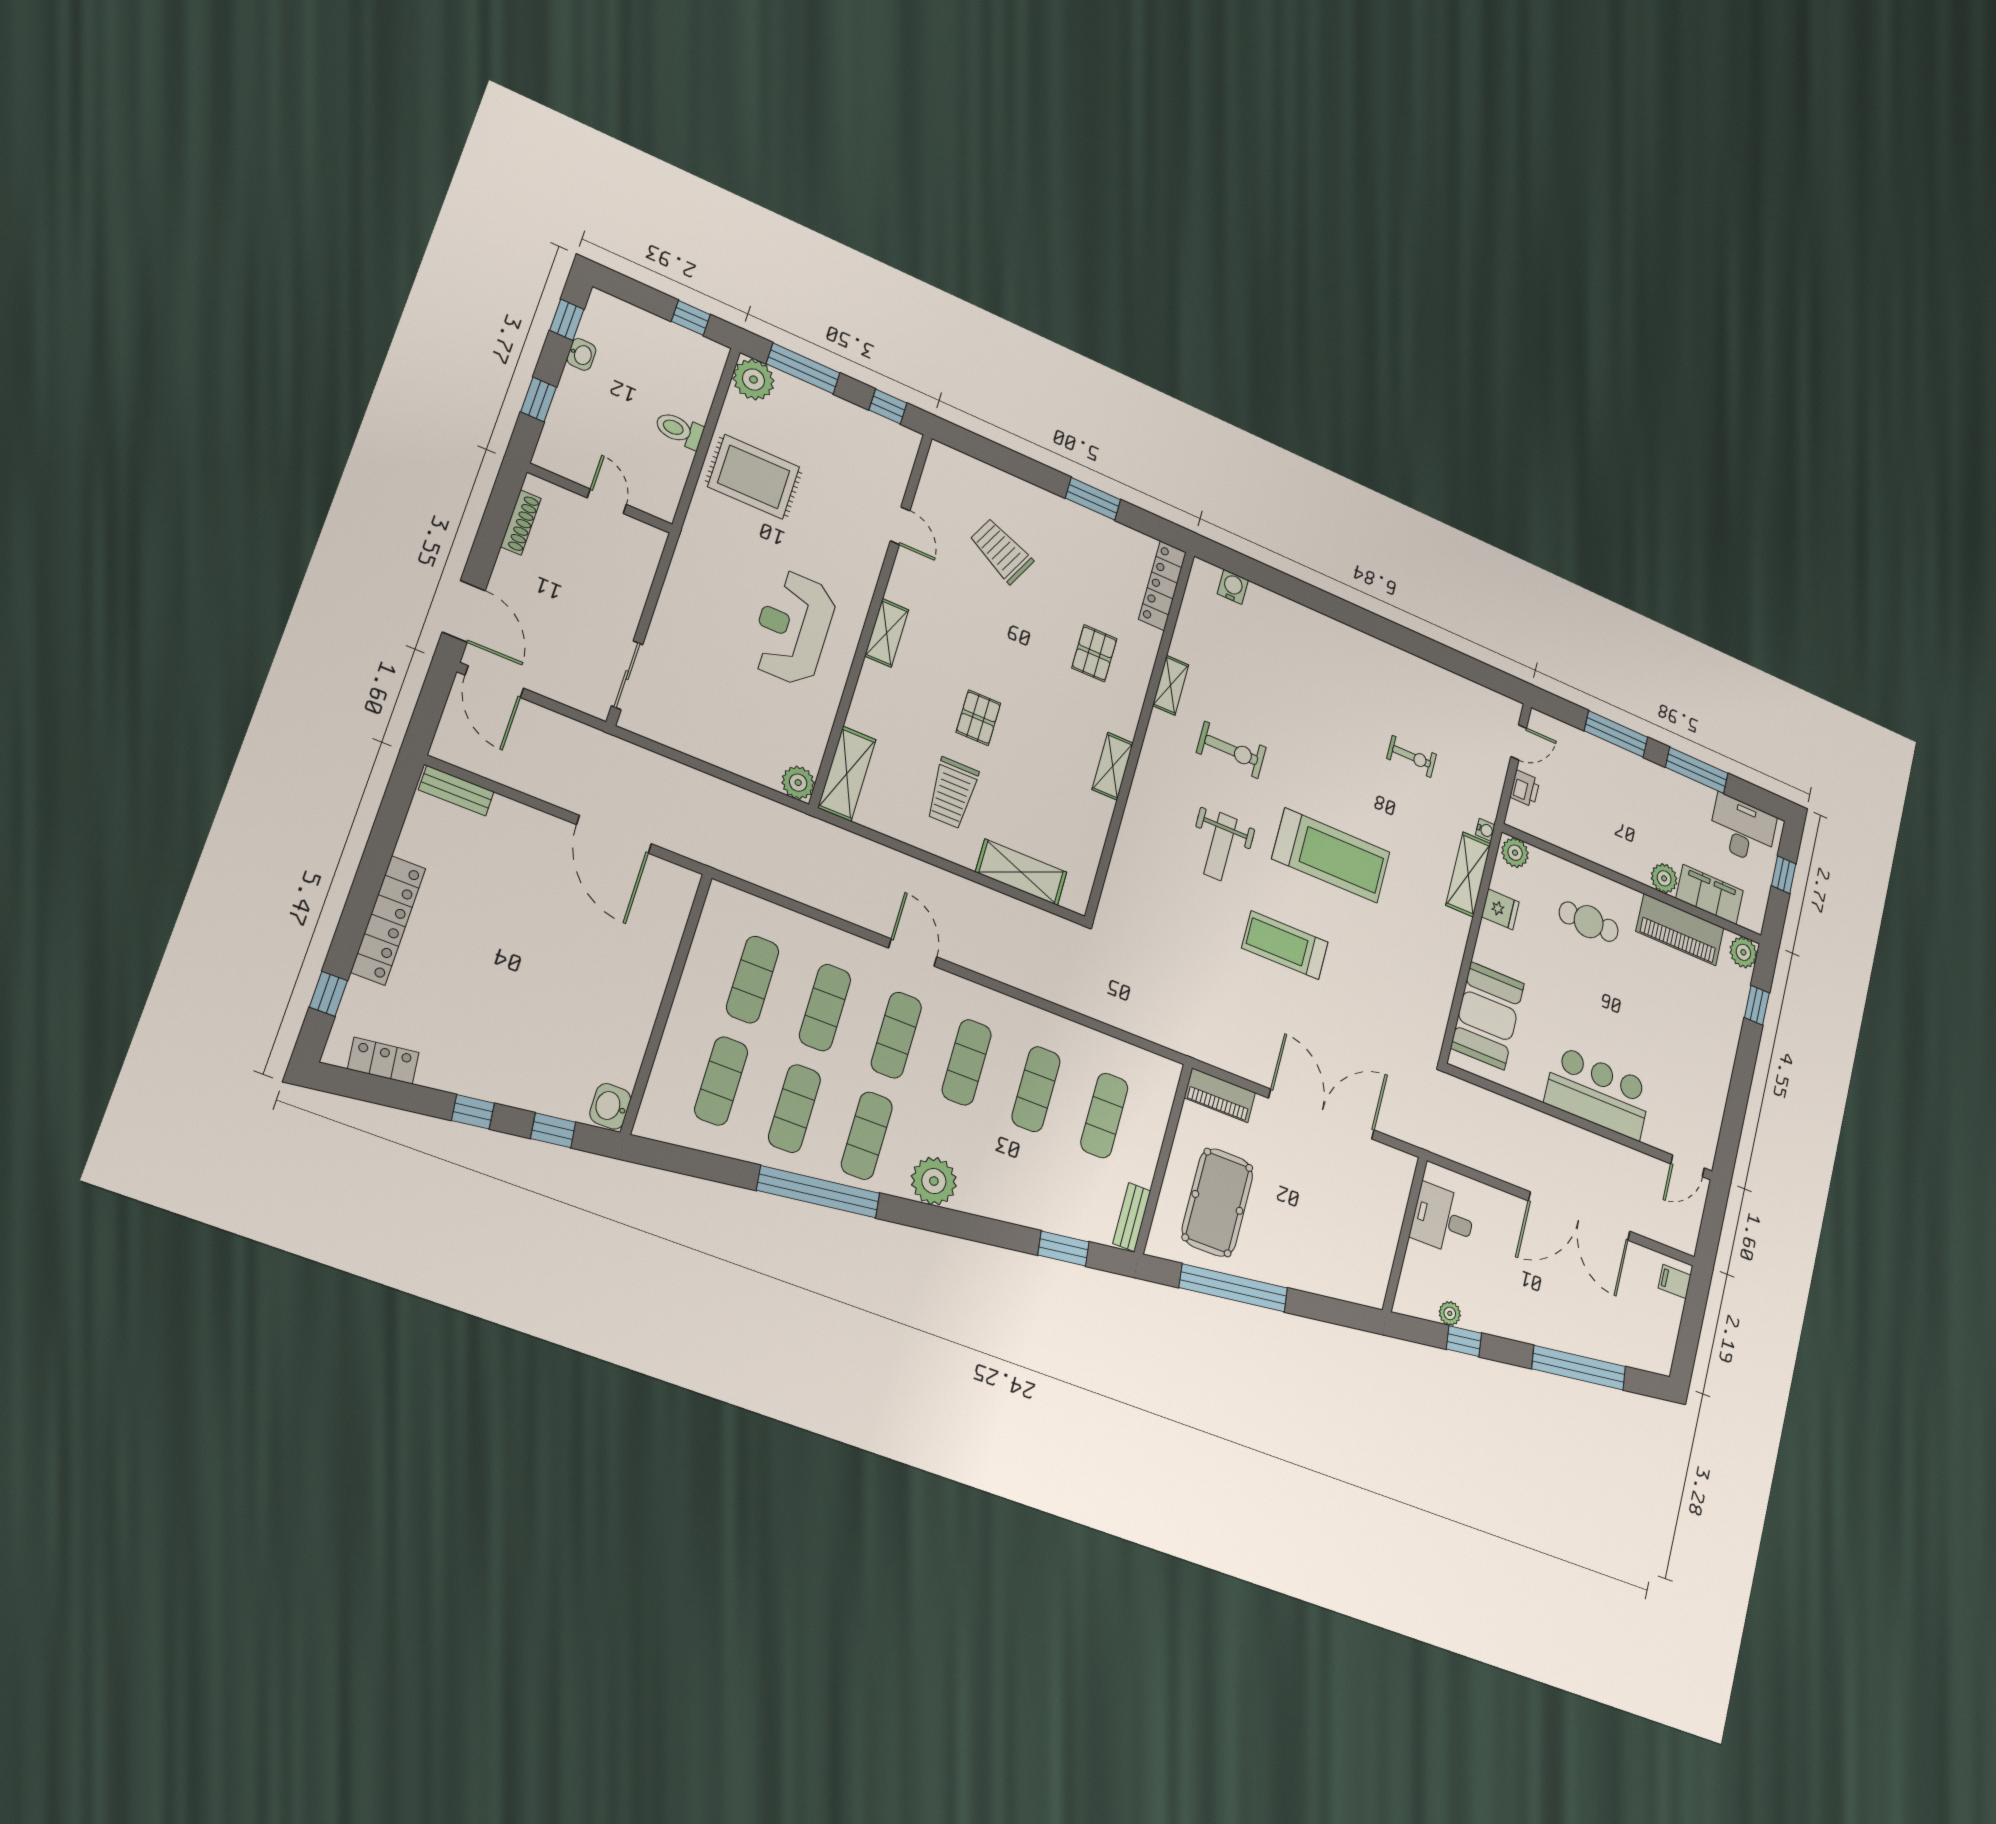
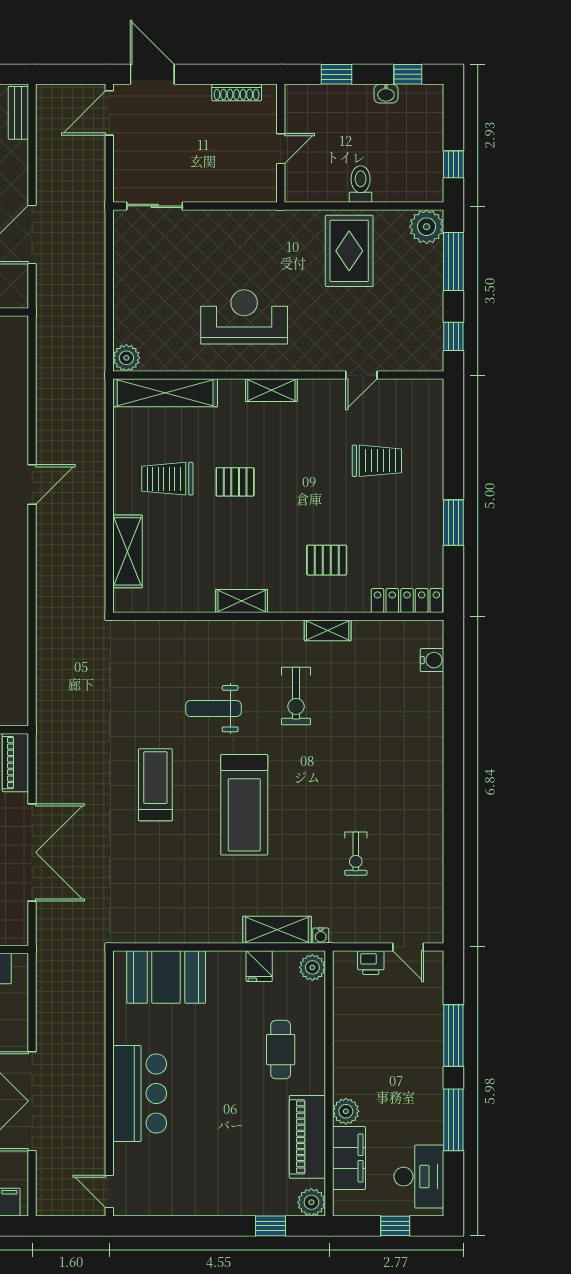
trolley: (1001, 551) -> (377, 461), turned 64
door: (464, 611) -> (152, 74), swing flipped
shelving: (847, 774) -> (165, 393), width x1.47

